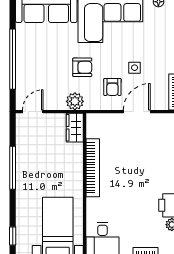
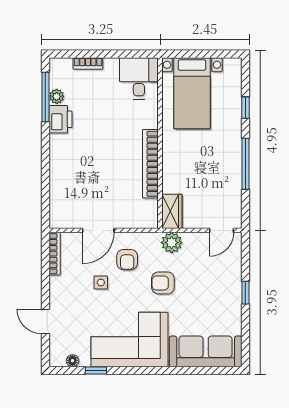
window: (13, 59) -> (245, 293), width x0.32
armchair: (112, 87) -> (127, 260), turned 180
window: (13, 236) -> (245, 108), moved

